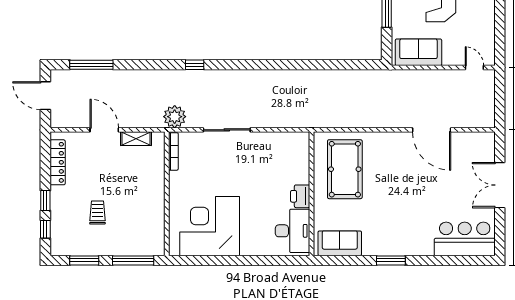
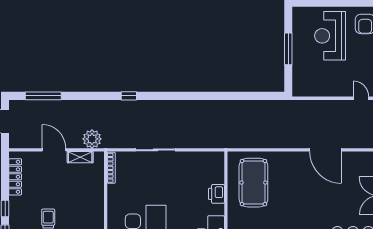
sofa: (418, 52) -> (315, 86), removed
plant: (175, 117) -> (92, 139), moved
printer: (300, 196) -> (216, 194), moved

